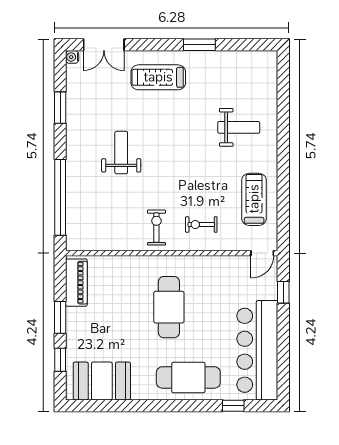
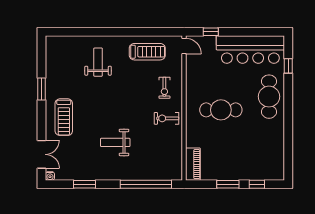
treadmill: (254, 199) -> (147, 52), turned 180
piano: (76, 283) -> (193, 164), moved, turned 90
booth: (102, 381) -> (271, 156), removed

